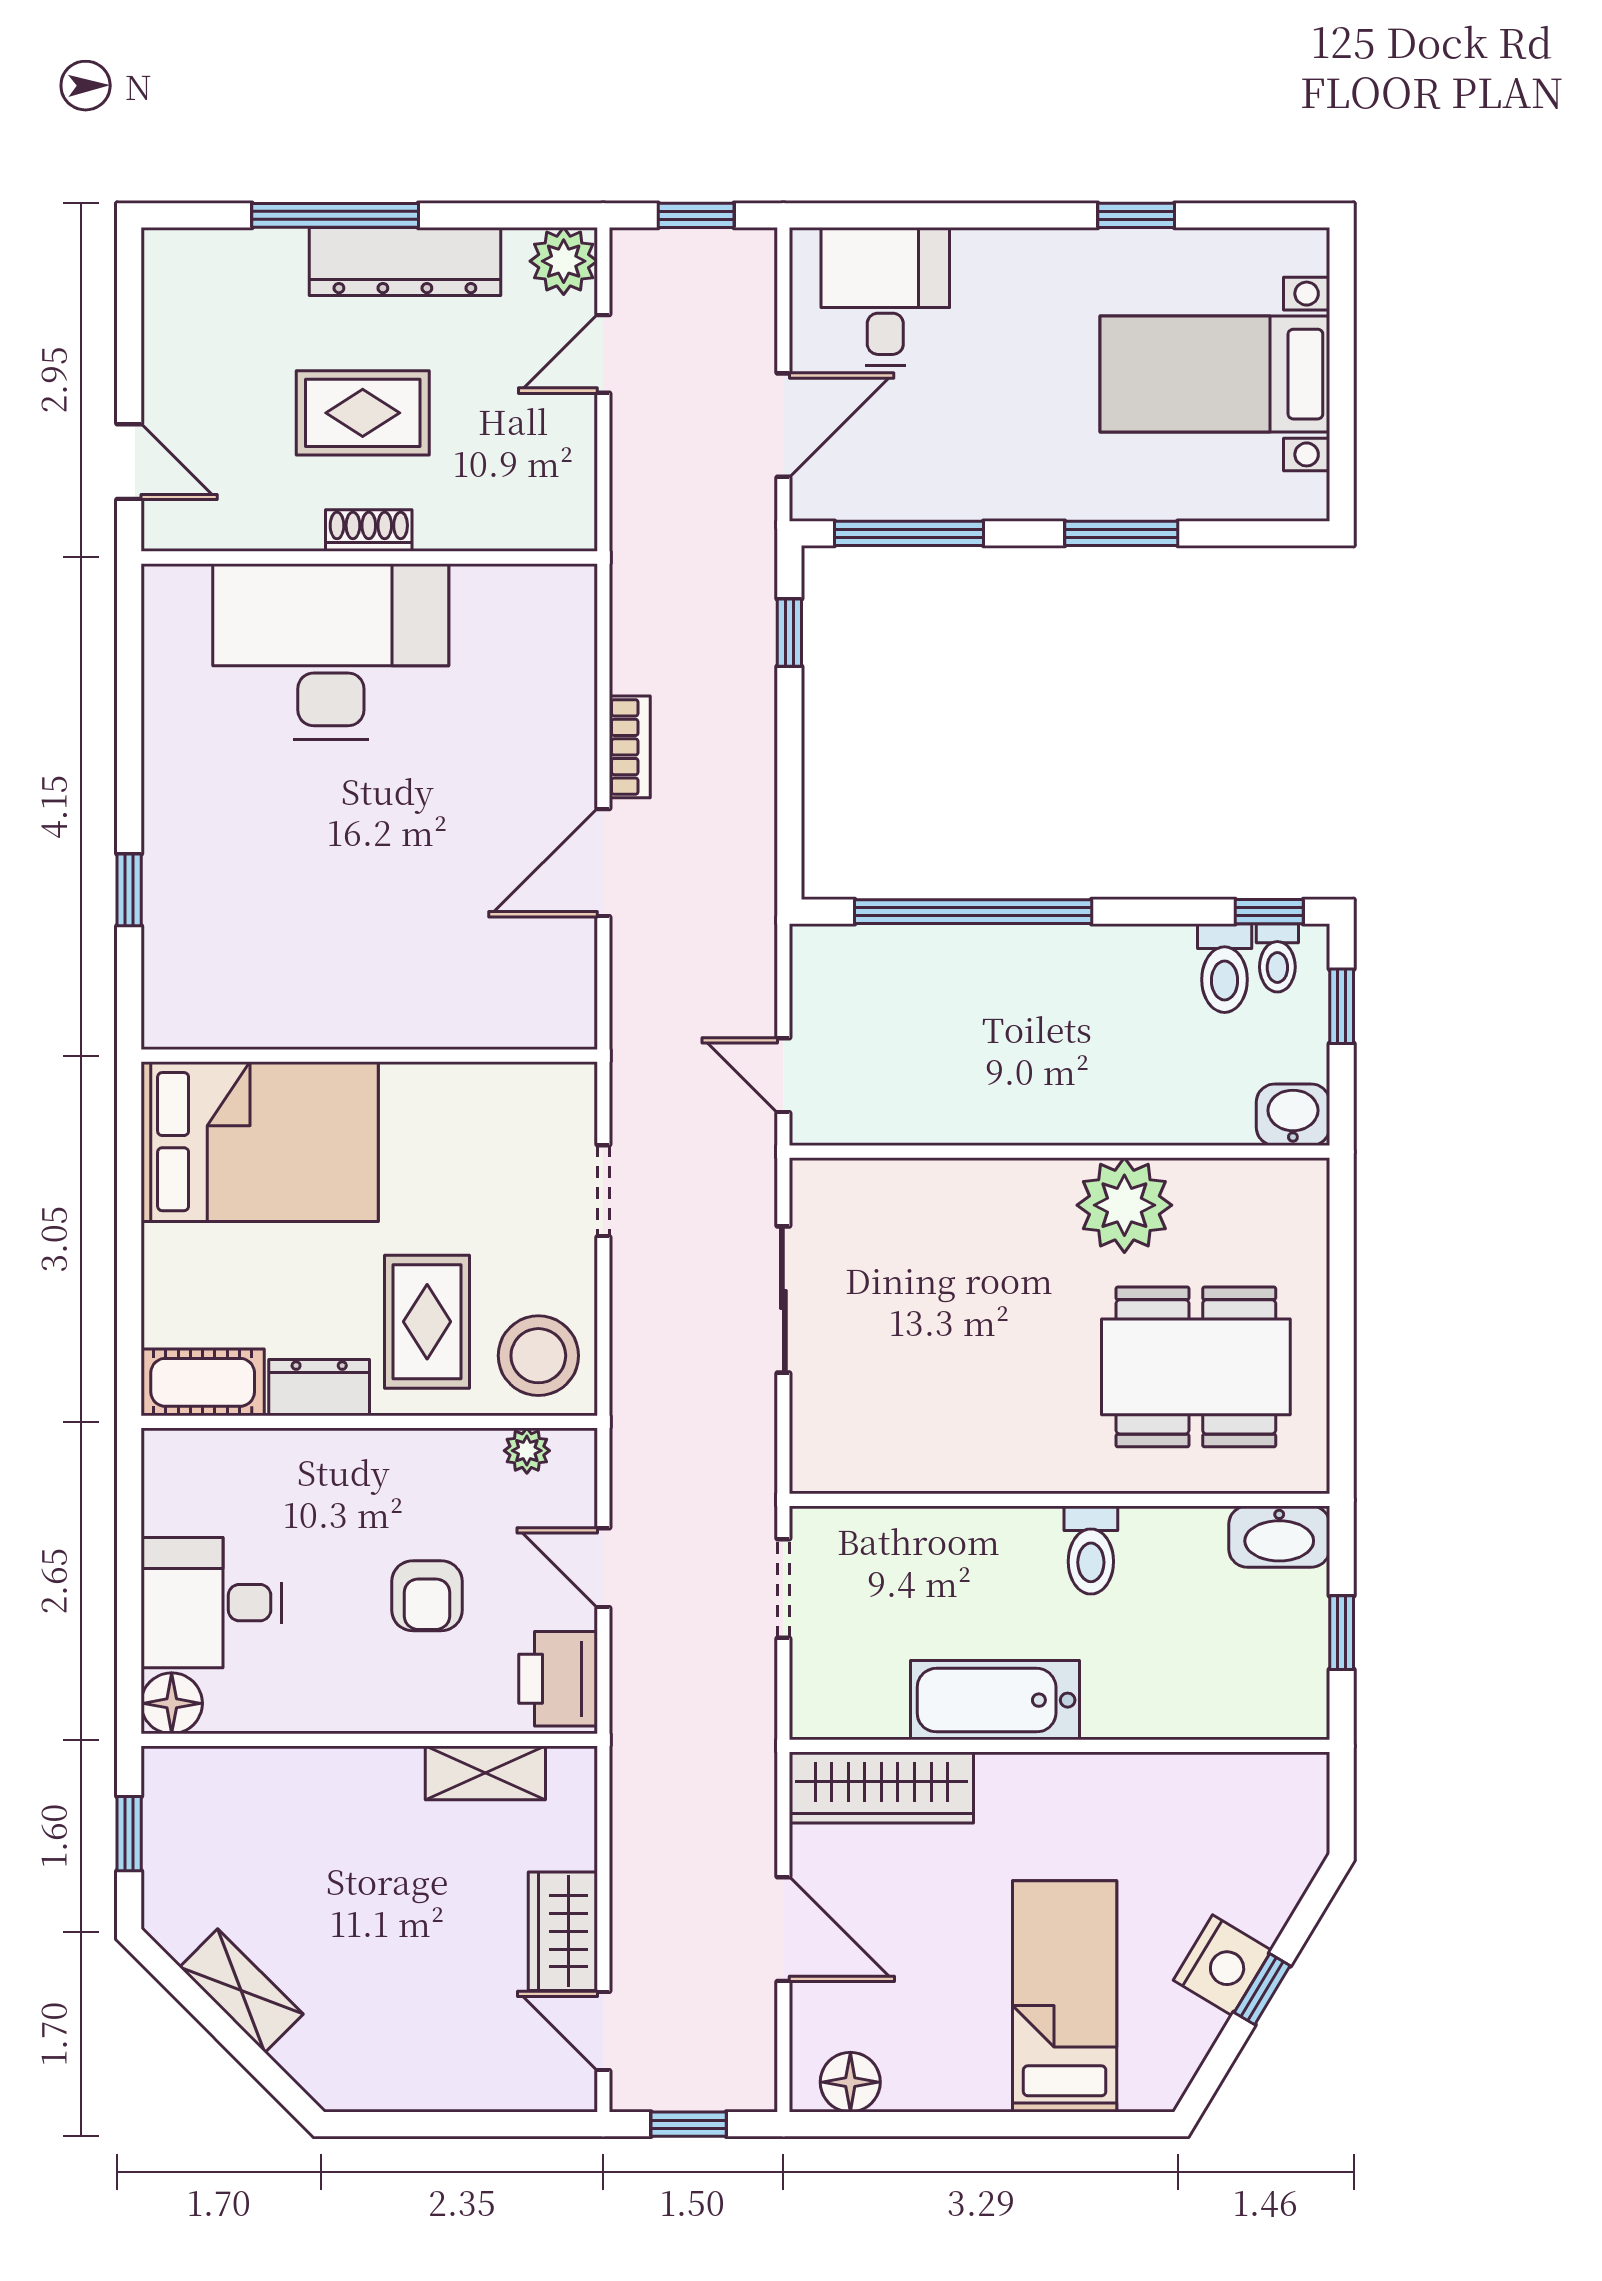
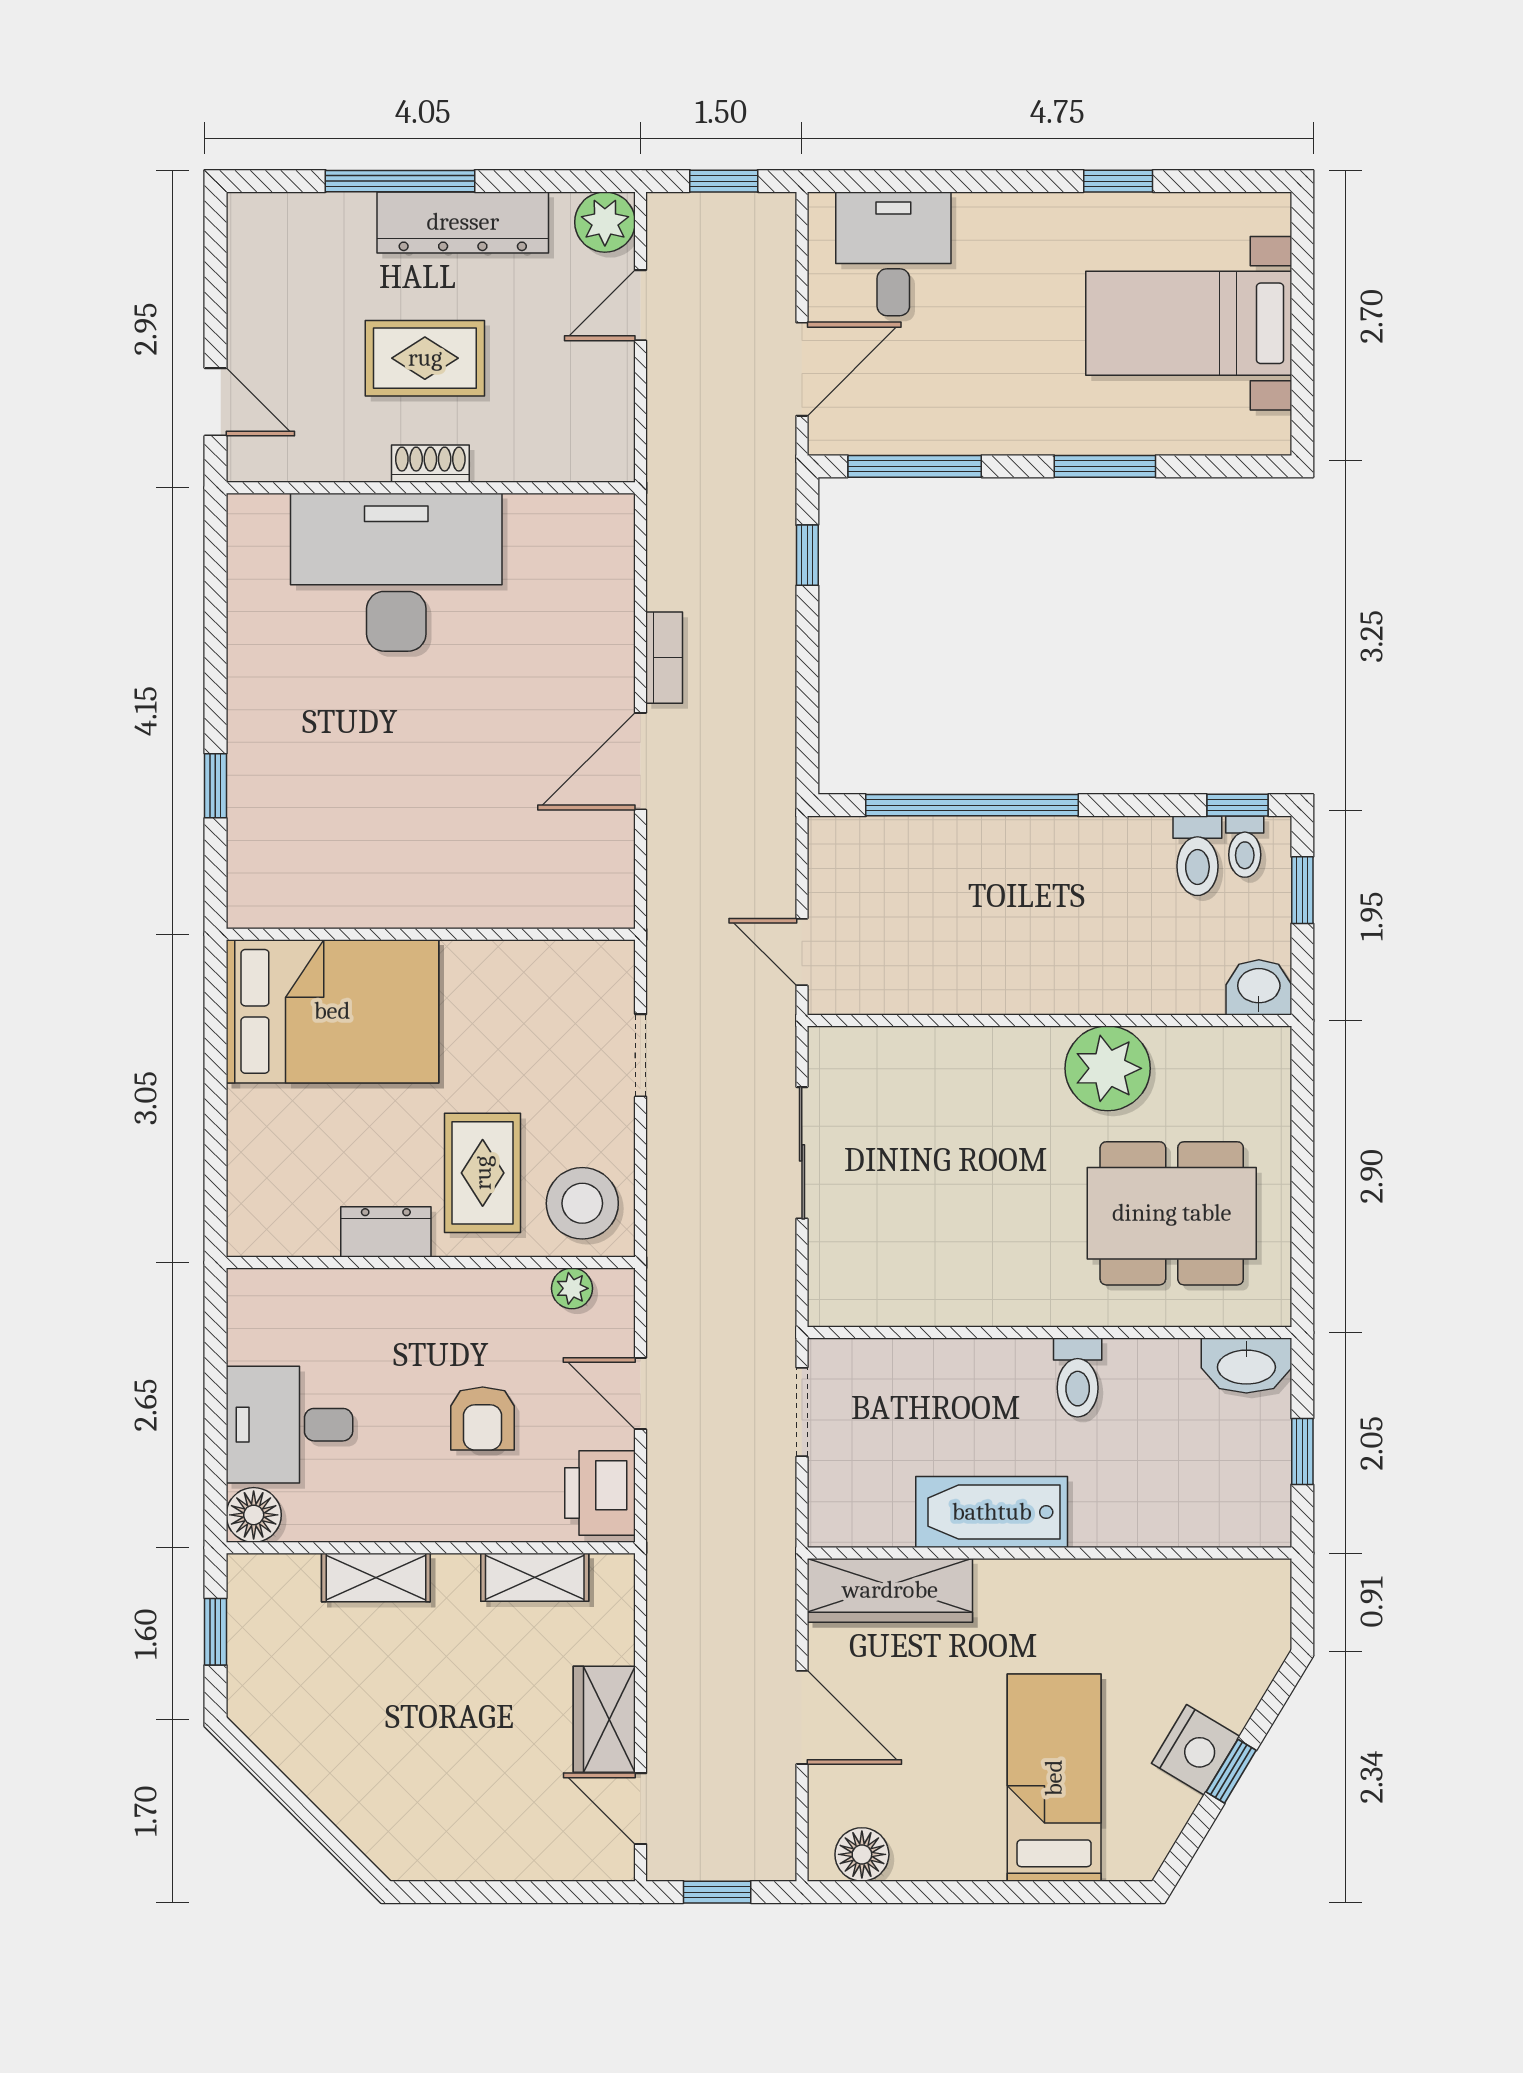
cot: (203, 1382) -> (281, 1227), removed
shelving: (241, 1991) -> (376, 1577), moved, turned -45

